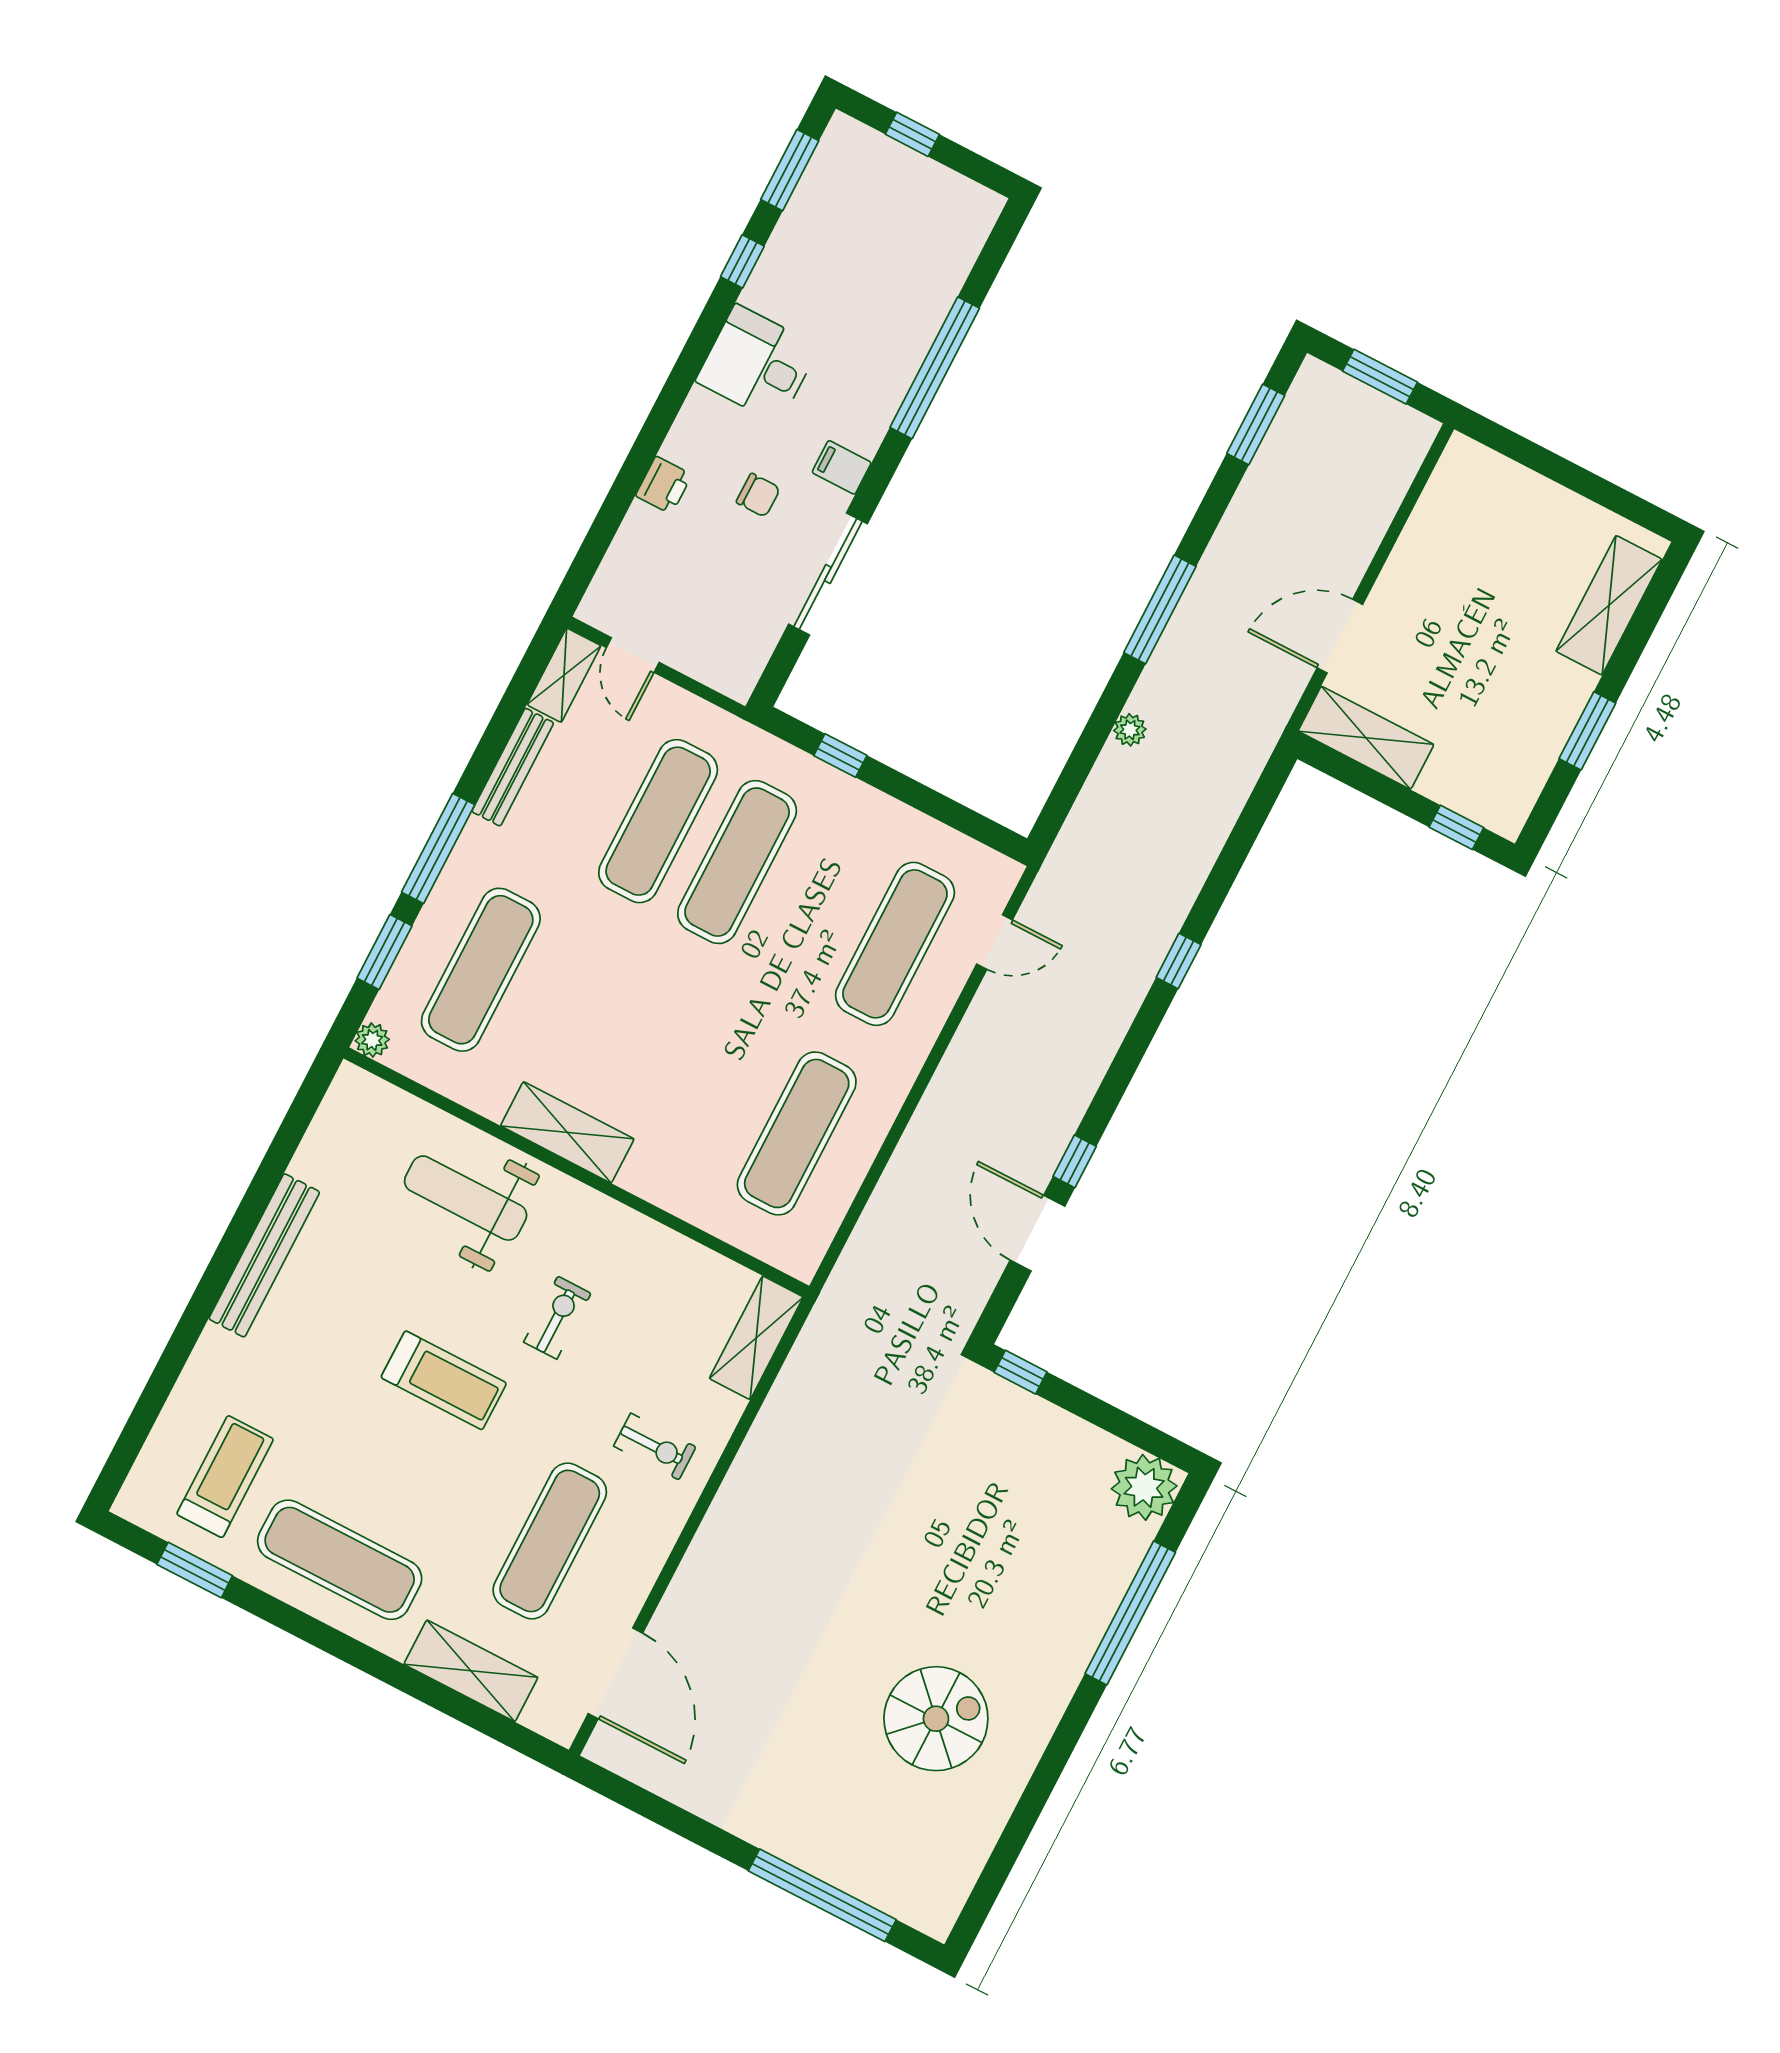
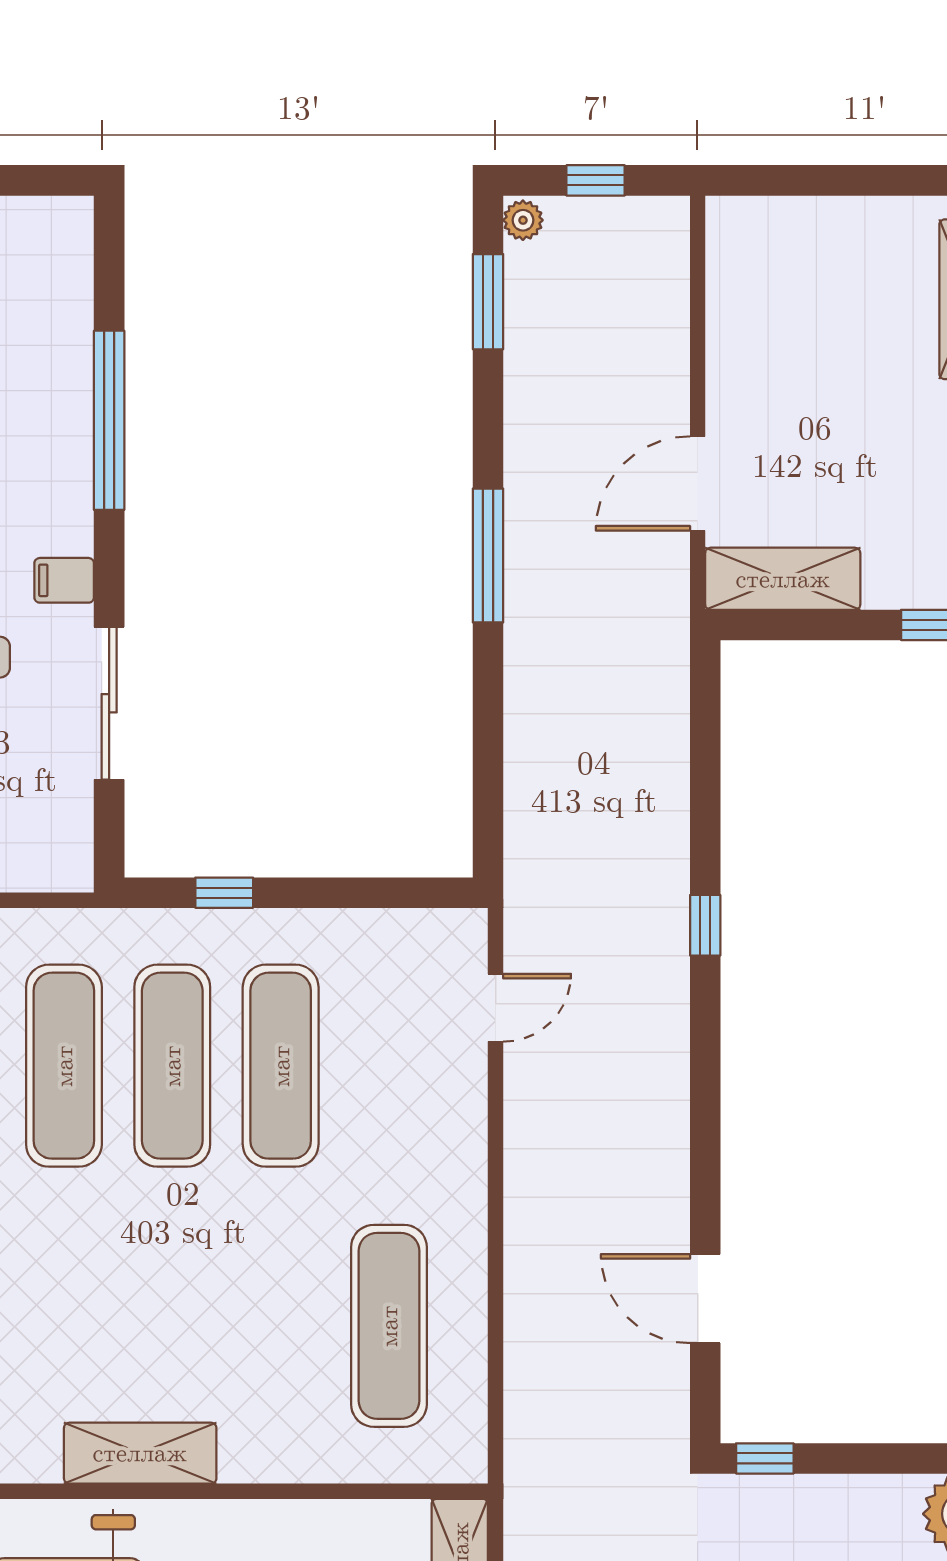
window: (1380, 377) -> (596, 180), width x0.67
plant: (1130, 730) -> (523, 220), moved
exercise mat: (895, 944) -> (281, 1066), moved
window: (1075, 1161) -> (705, 1200), removed

